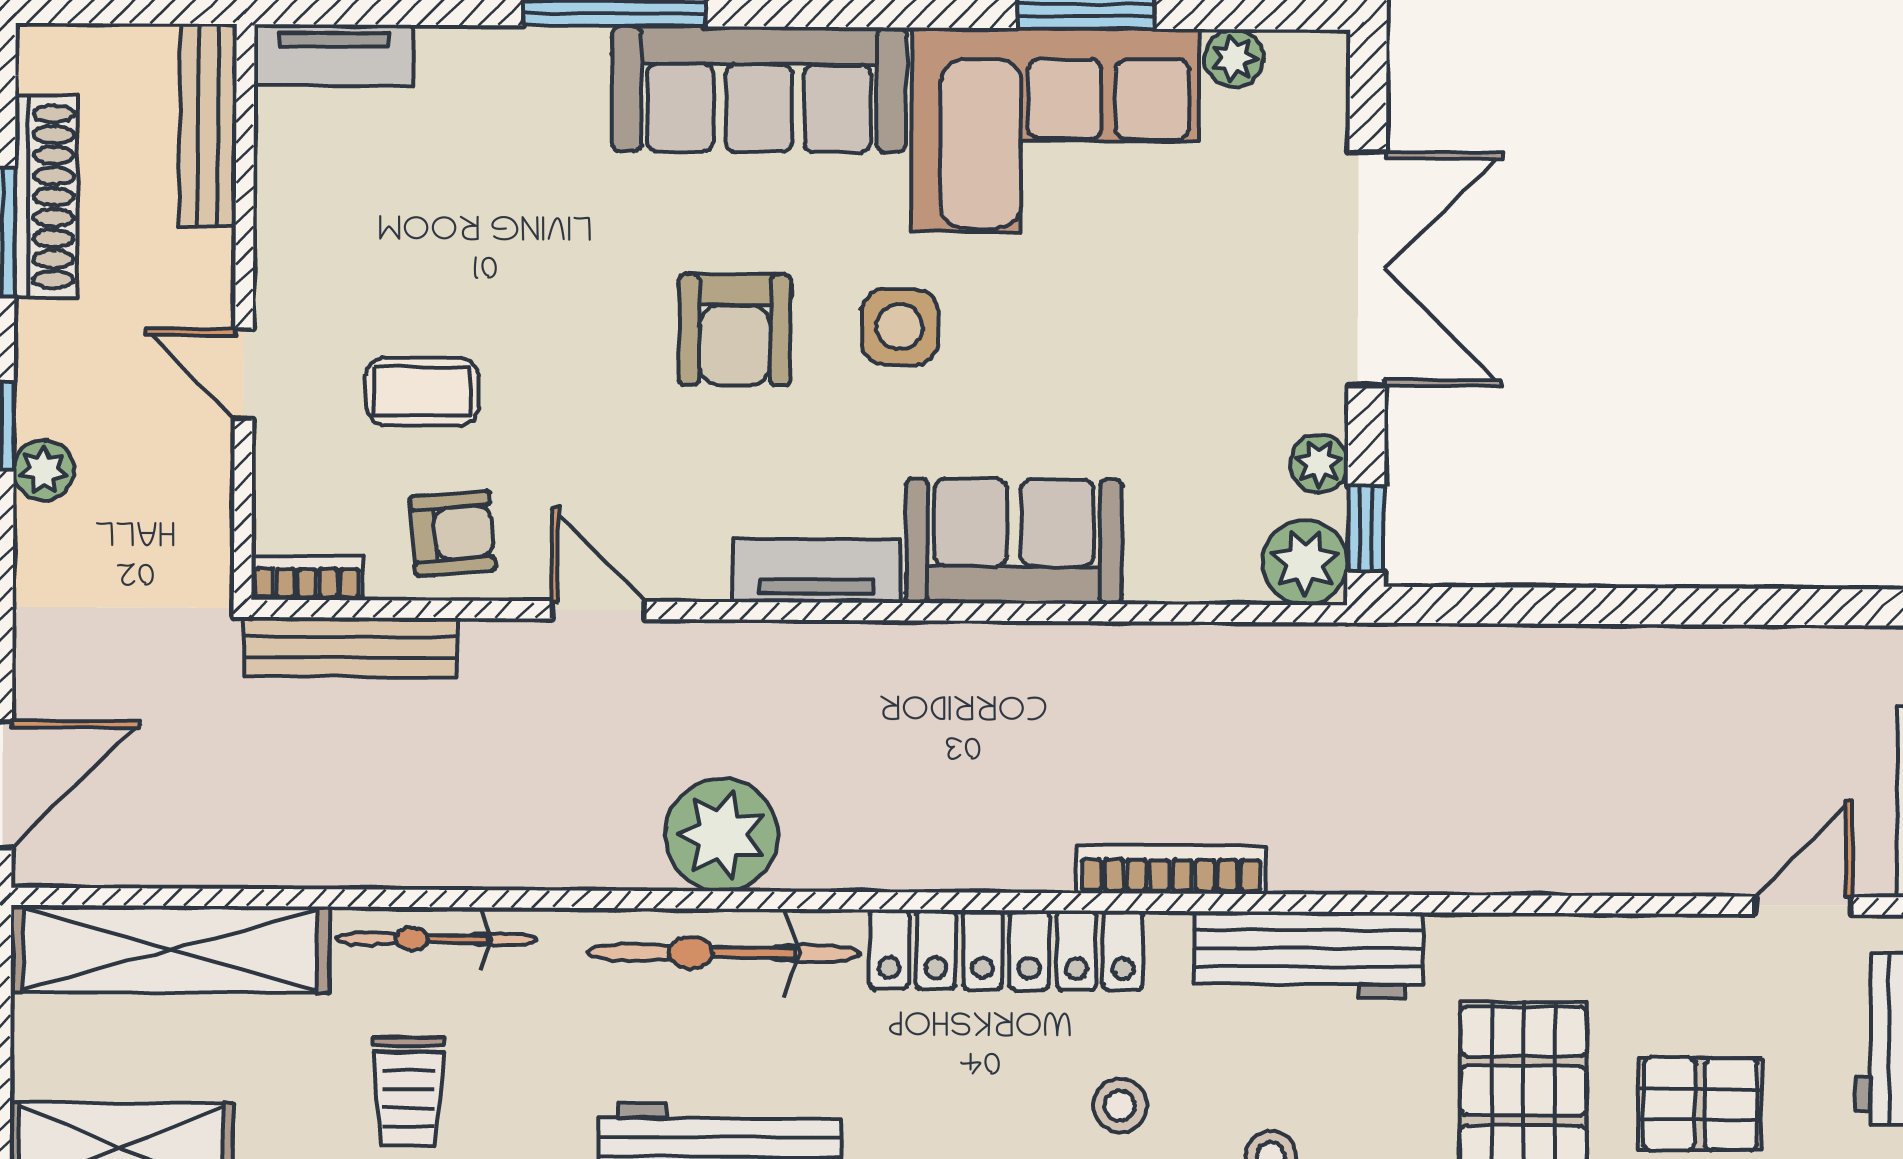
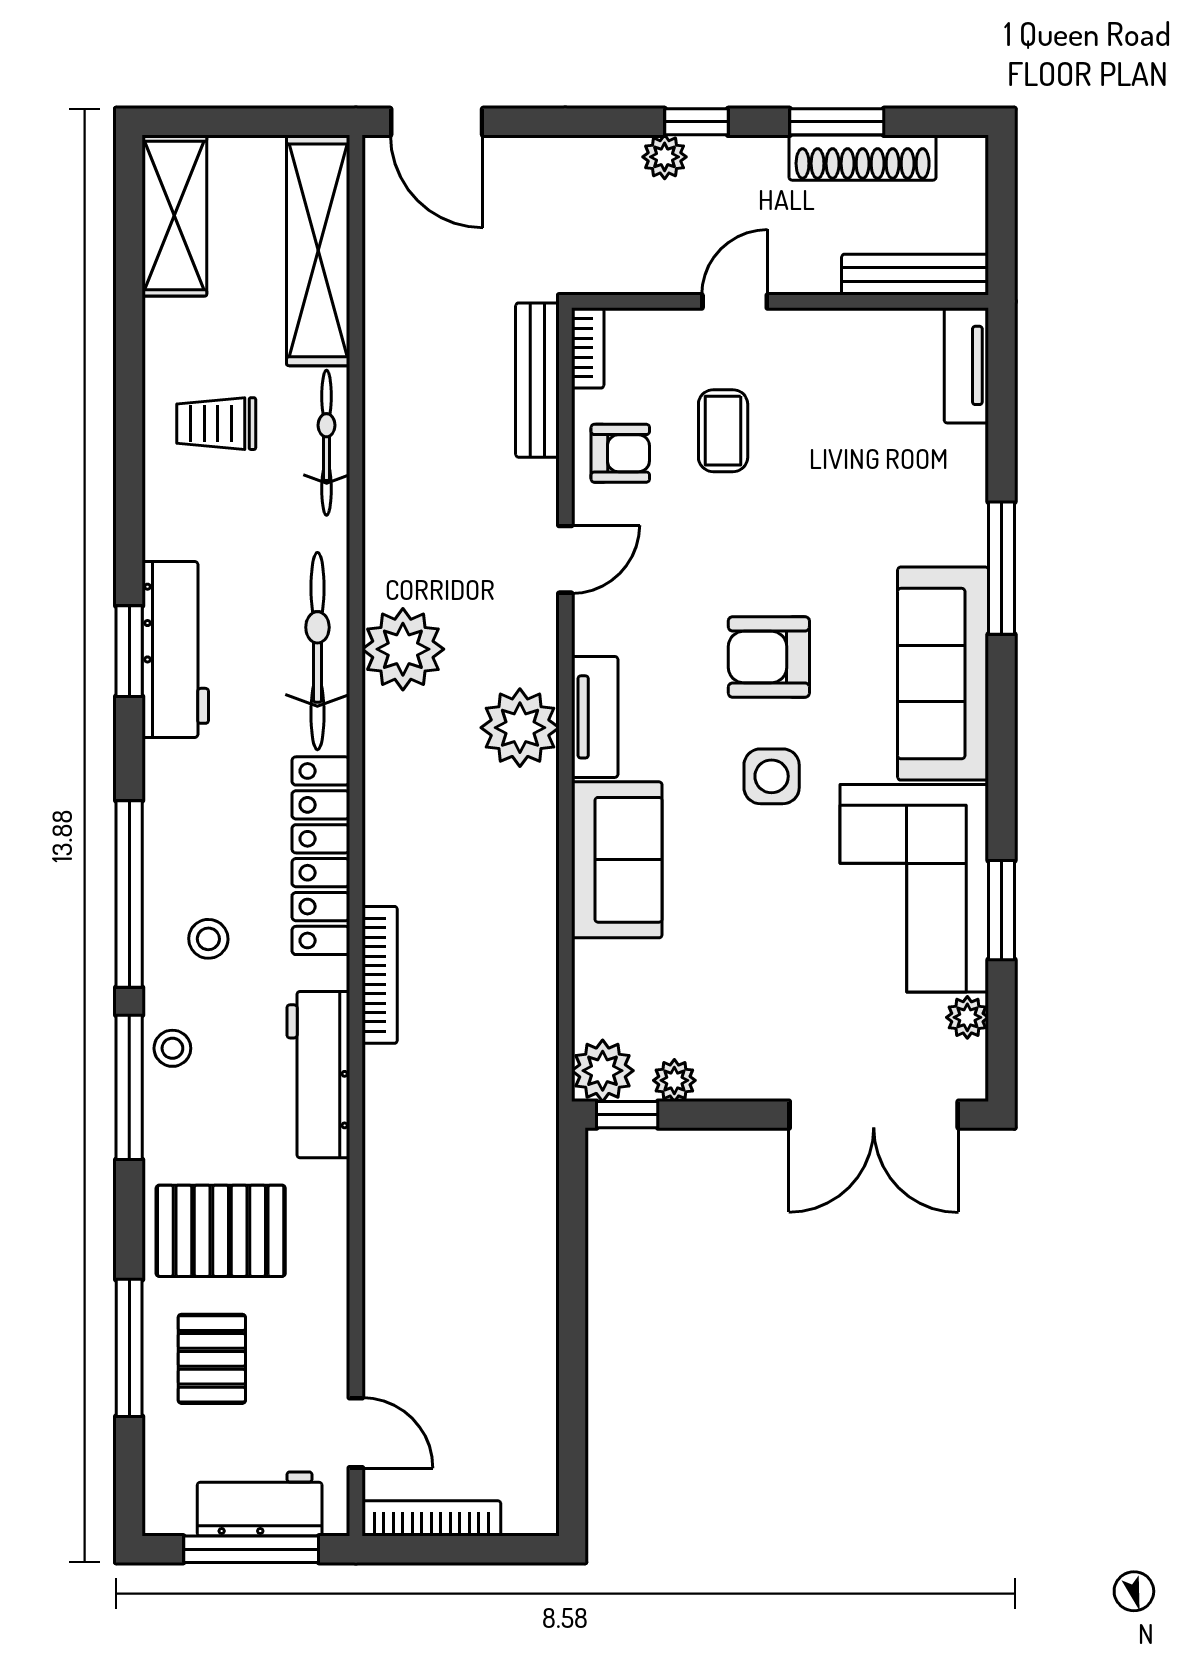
double door: (1367, 269) -> (874, 1115), moved
armchair: (453, 533) -> (620, 453), turned -85
plant: (831, 674) -> (520, 728), added

